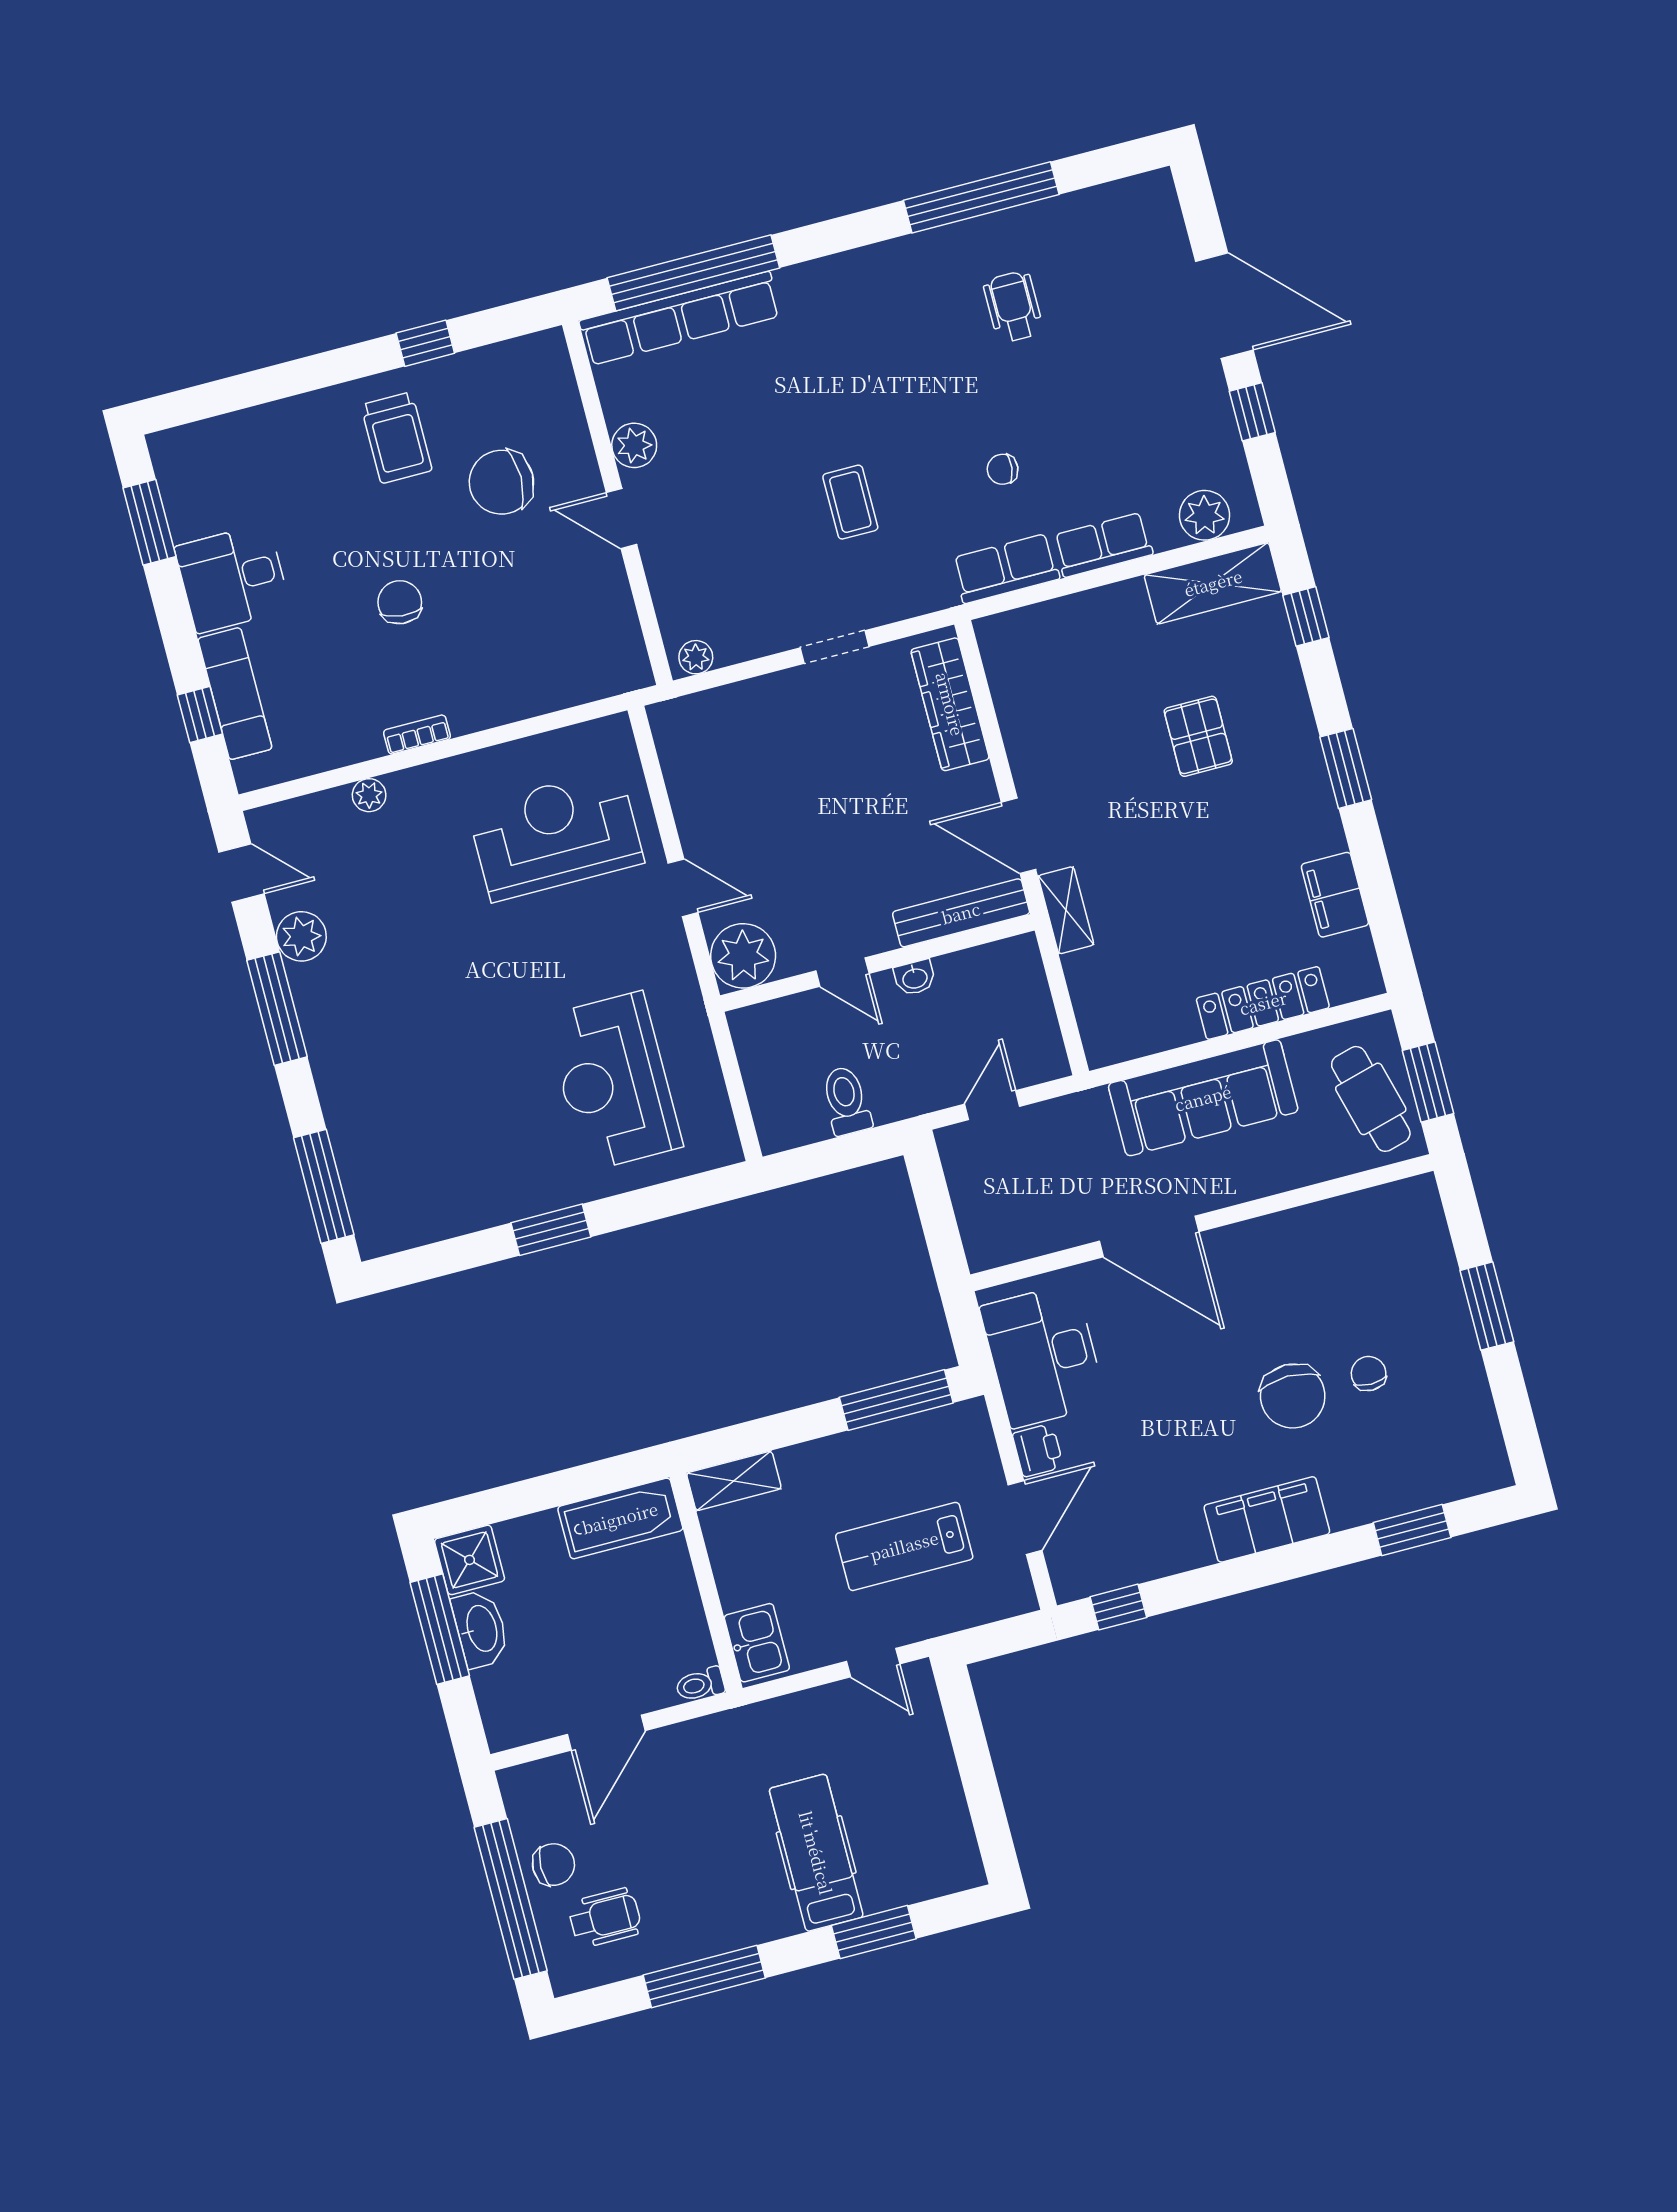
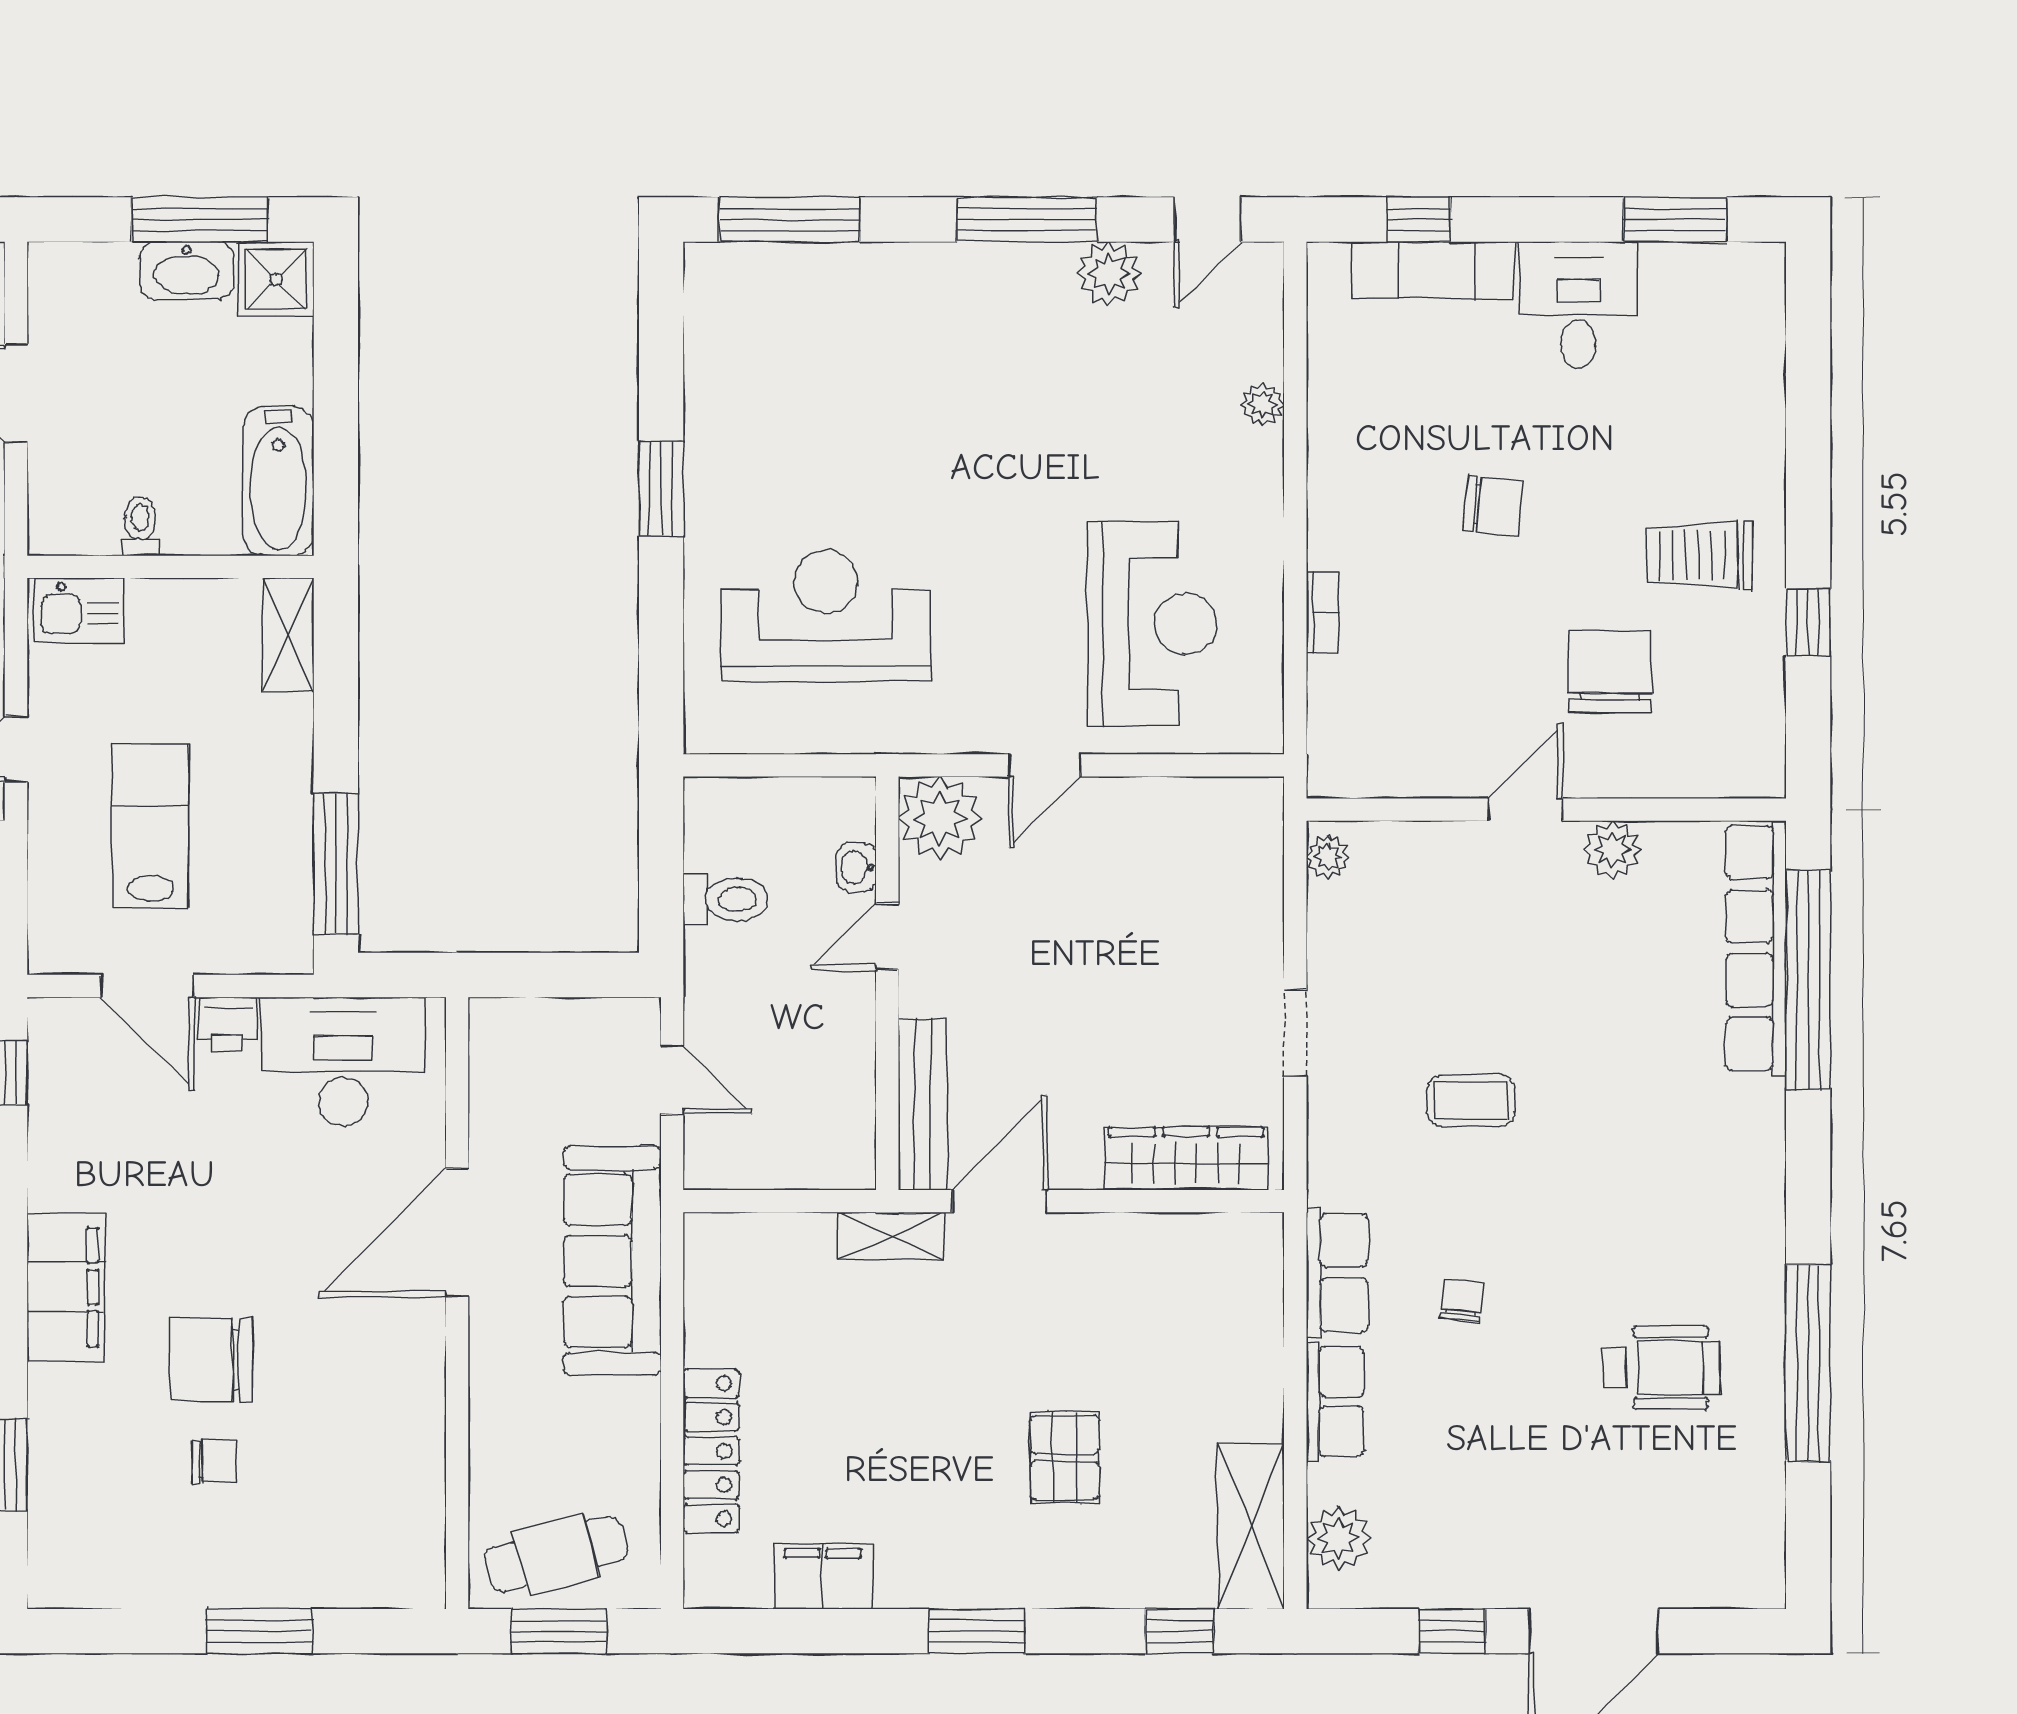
wheelchair: (1013, 307) -> (1661, 1368), width x1.36, depth x1.37
bookcase: (417, 735) -> (1323, 612), moved
pallet: (1198, 736) -> (1065, 1458), turned 90
washbasin: (915, 978) -> (857, 868), moved
sofa: (1203, 1098) -> (612, 1261), moved
toilet: (700, 1684) -> (140, 526), moved

